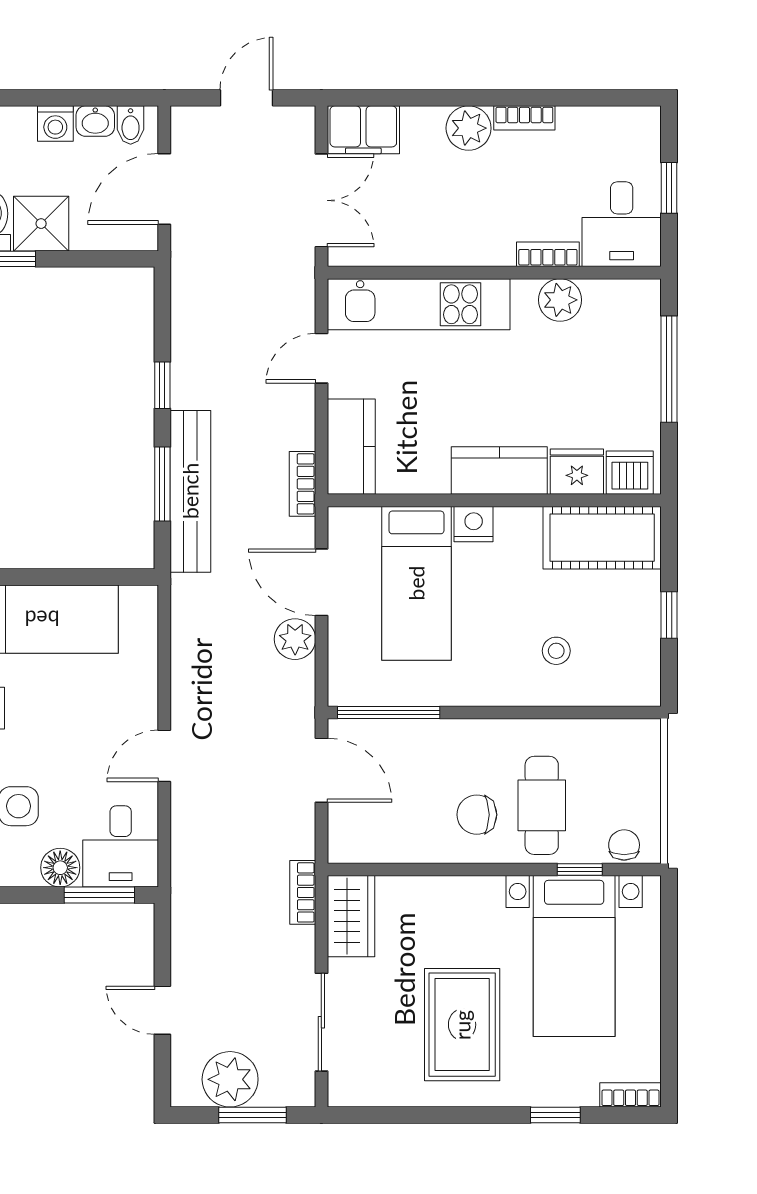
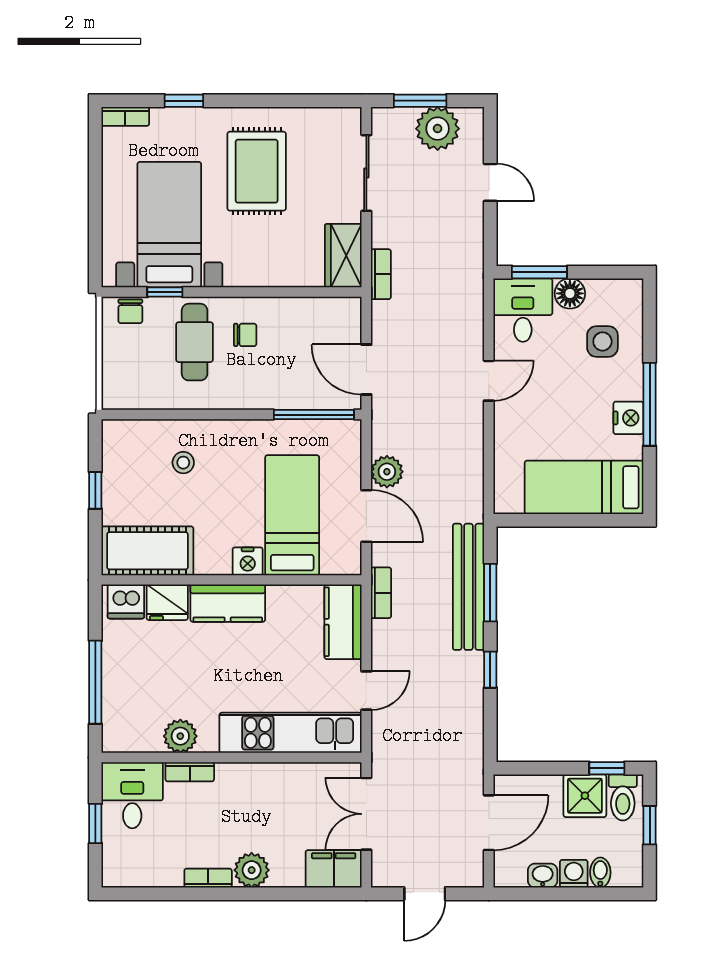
bidet: (131, 125) -> (600, 872), moved
chair: (477, 815) -> (245, 335), width x0.73, depth x0.73

